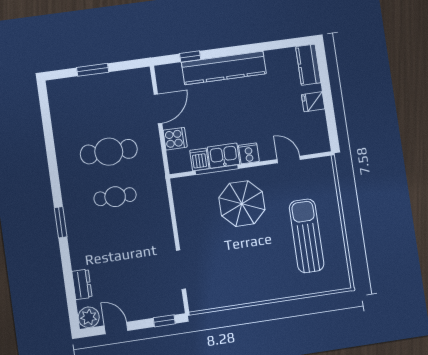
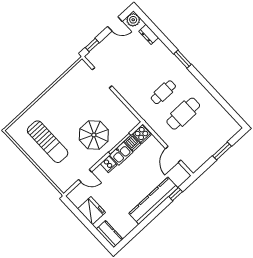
fridge: (313, 102) -> (91, 211), width x1.88, depth x1.34
cooker: (175, 139) -> (142, 134), moved, turned -90

